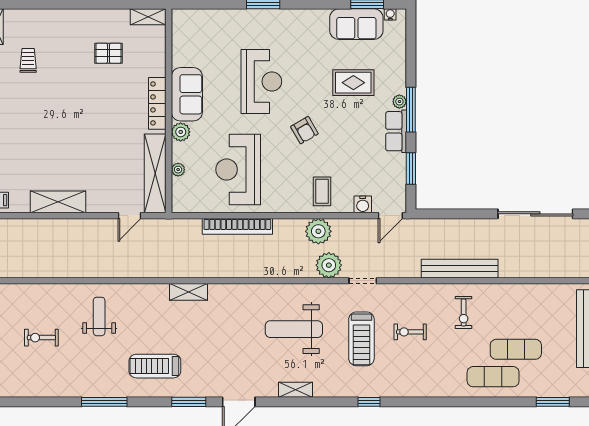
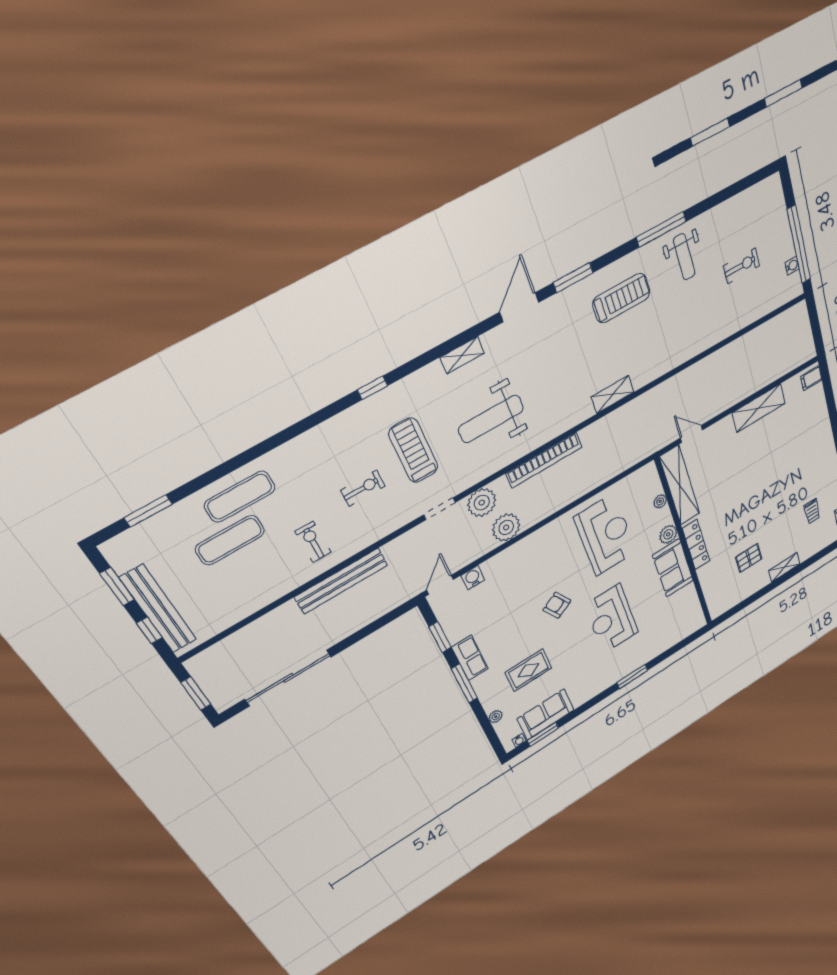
shelving: (148, 17) -> (784, 567), moved
plant: (399, 102) -> (496, 717), moved
coffee table: (322, 191) -> (518, 565), removed
door: (130, 216) -> (691, 434), hinge flipped
bookcase: (237, 226) -> (544, 460), moved, turned 180
weight bench: (99, 316) -> (684, 257), moved
weight bench: (294, 329) -> (491, 419), turned 180

